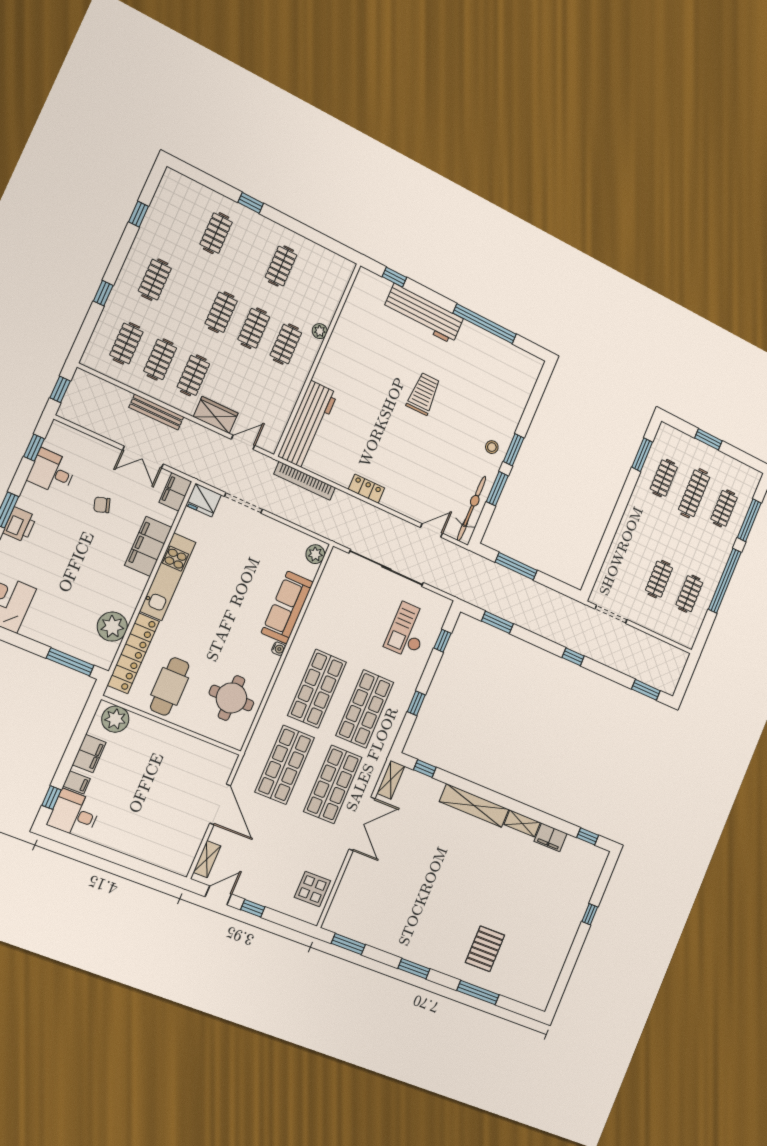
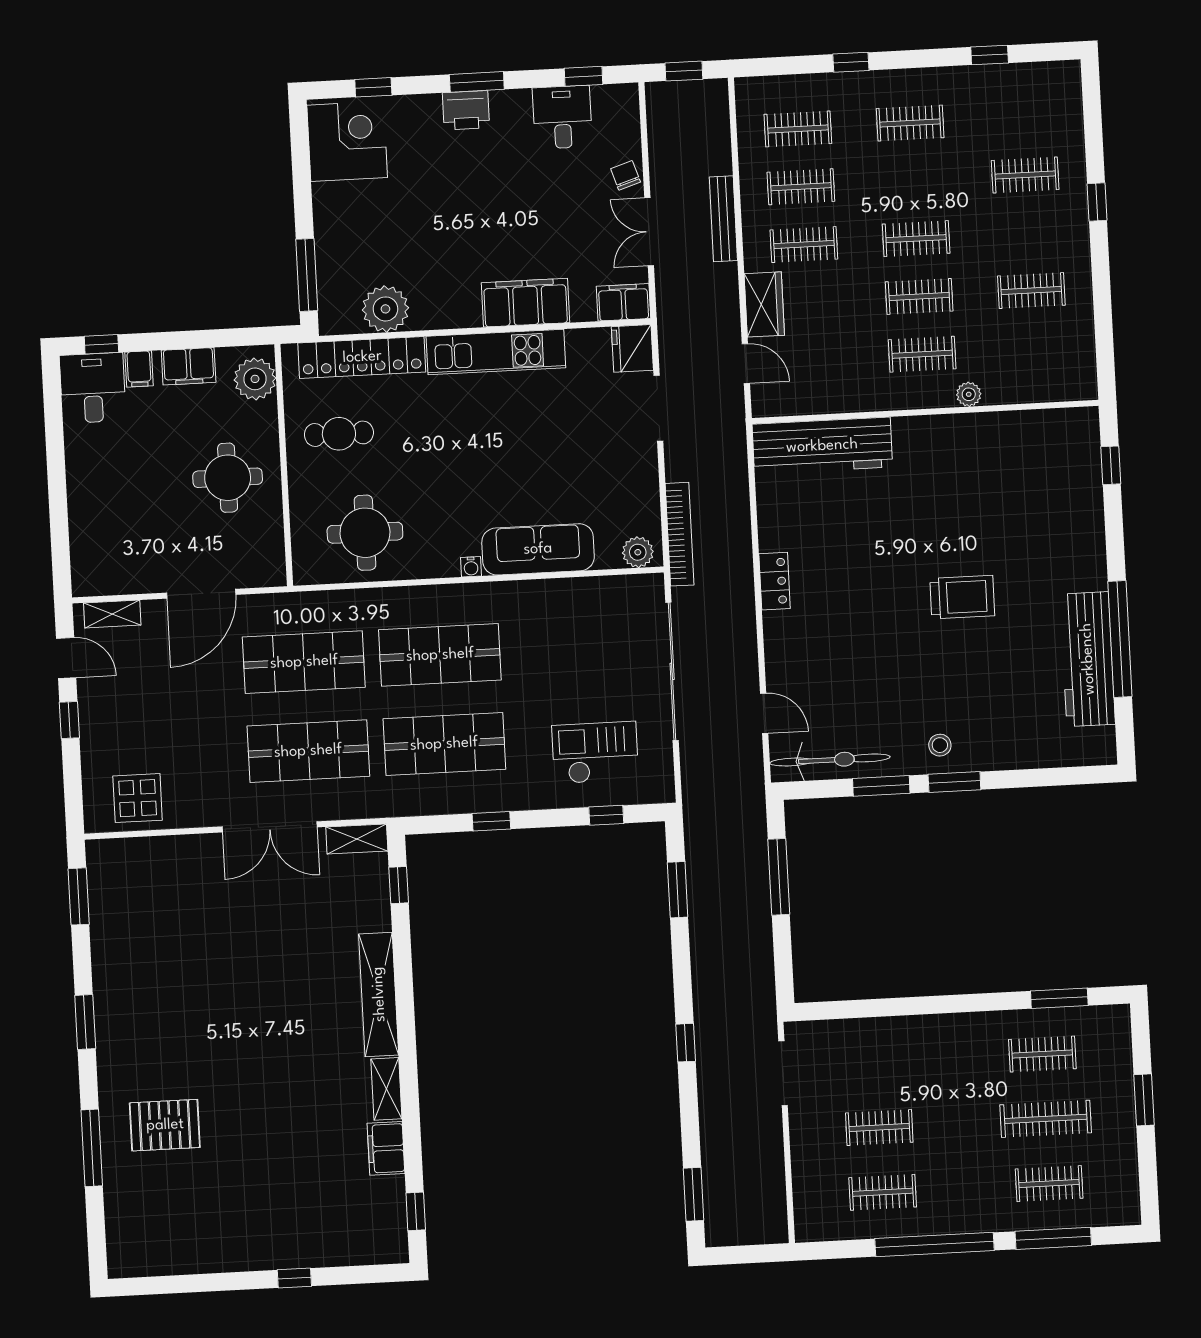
workbench: (423, 314) -> (1088, 659), moved
bookcase: (305, 481) -> (680, 534), moved, turned 180
chair: (102, 505) -> (626, 175), moved
cafe table: (170, 686) -> (339, 434), width x0.73, depth x0.74
round table: (163, 760) -> (228, 478), added

